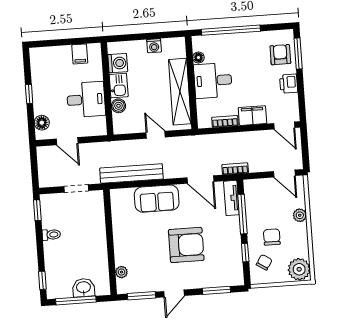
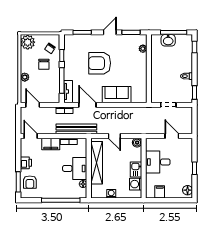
boiler: (118, 106) -> (137, 143), moved
floor lamp: (42, 123) -> (188, 190), moved
bench: (131, 173) -> (76, 129), moved

